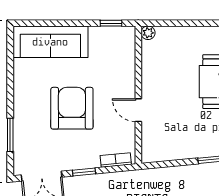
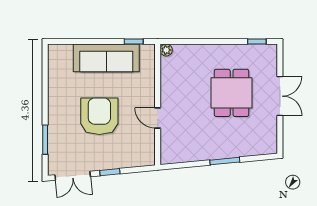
sofa: (50, 42) -> (106, 58), moved
bookcase: (116, 160) -> (138, 162), removed

